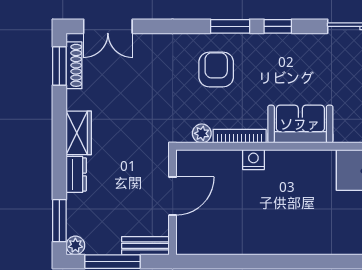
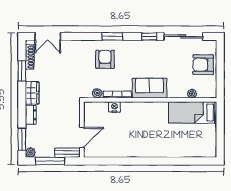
window: (278, 26) -> (149, 36), moved
window: (59, 66) -> (22, 71), moved
nightstand: (253, 160) -> (114, 107), moved
door: (173, 196) -> (82, 137), moved

